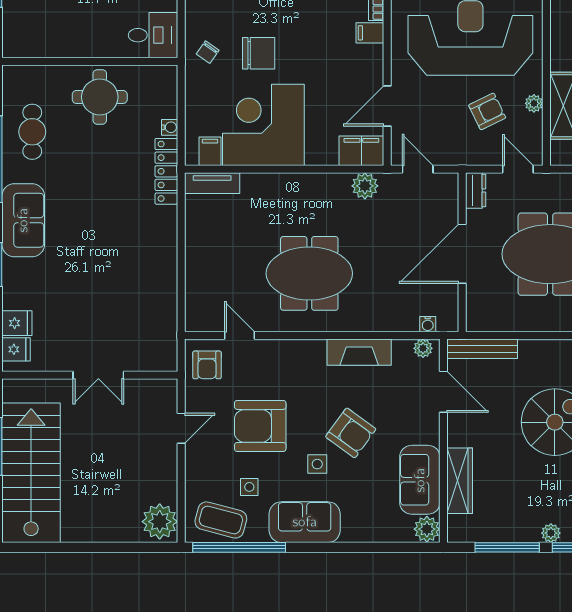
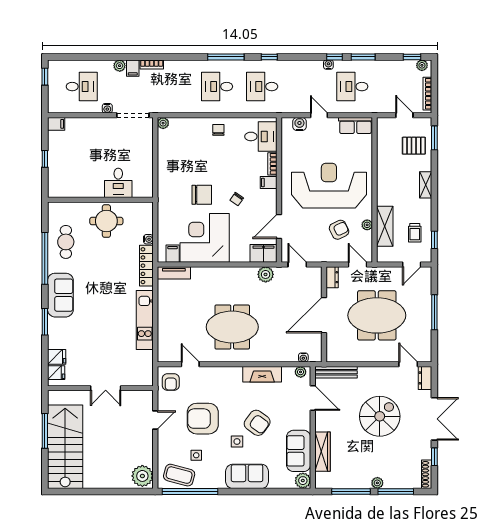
desk: (153, 35) -> (118, 183), moved, turned 90
chair: (208, 52) -> (237, 199), moved
kitchen unit: (164, 262) -> (145, 320), added
sofa: (305, 522) -> (247, 476), moved

